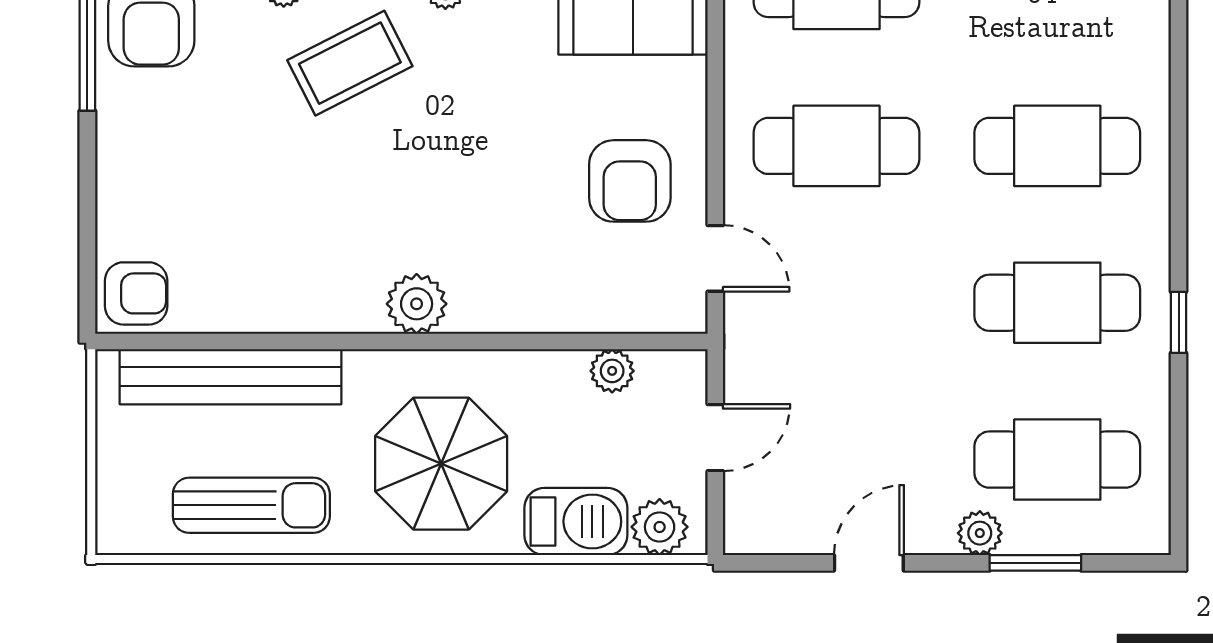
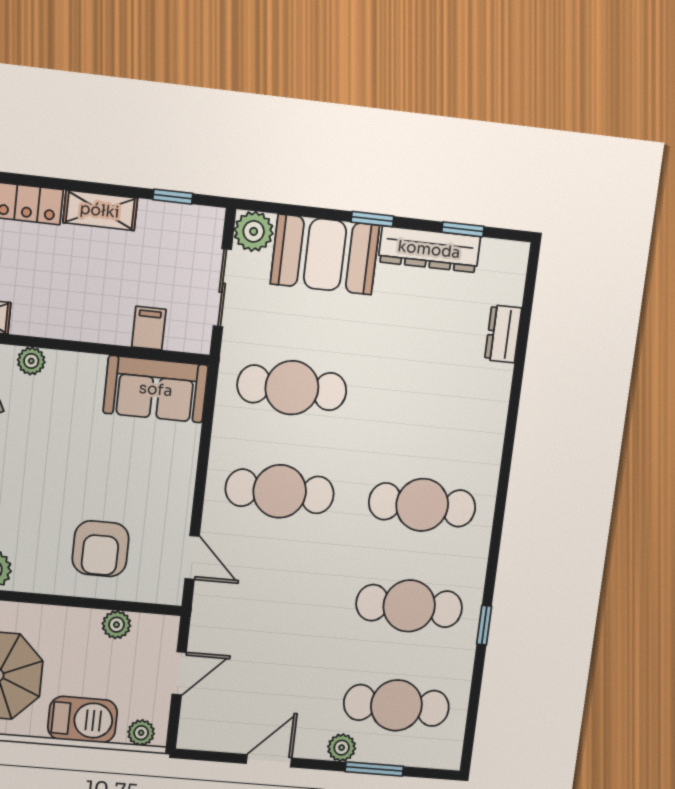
armchair: (630, 181) -> (101, 549), moved
plant: (660, 527) -> (141, 733), width x0.73, depth x0.73

